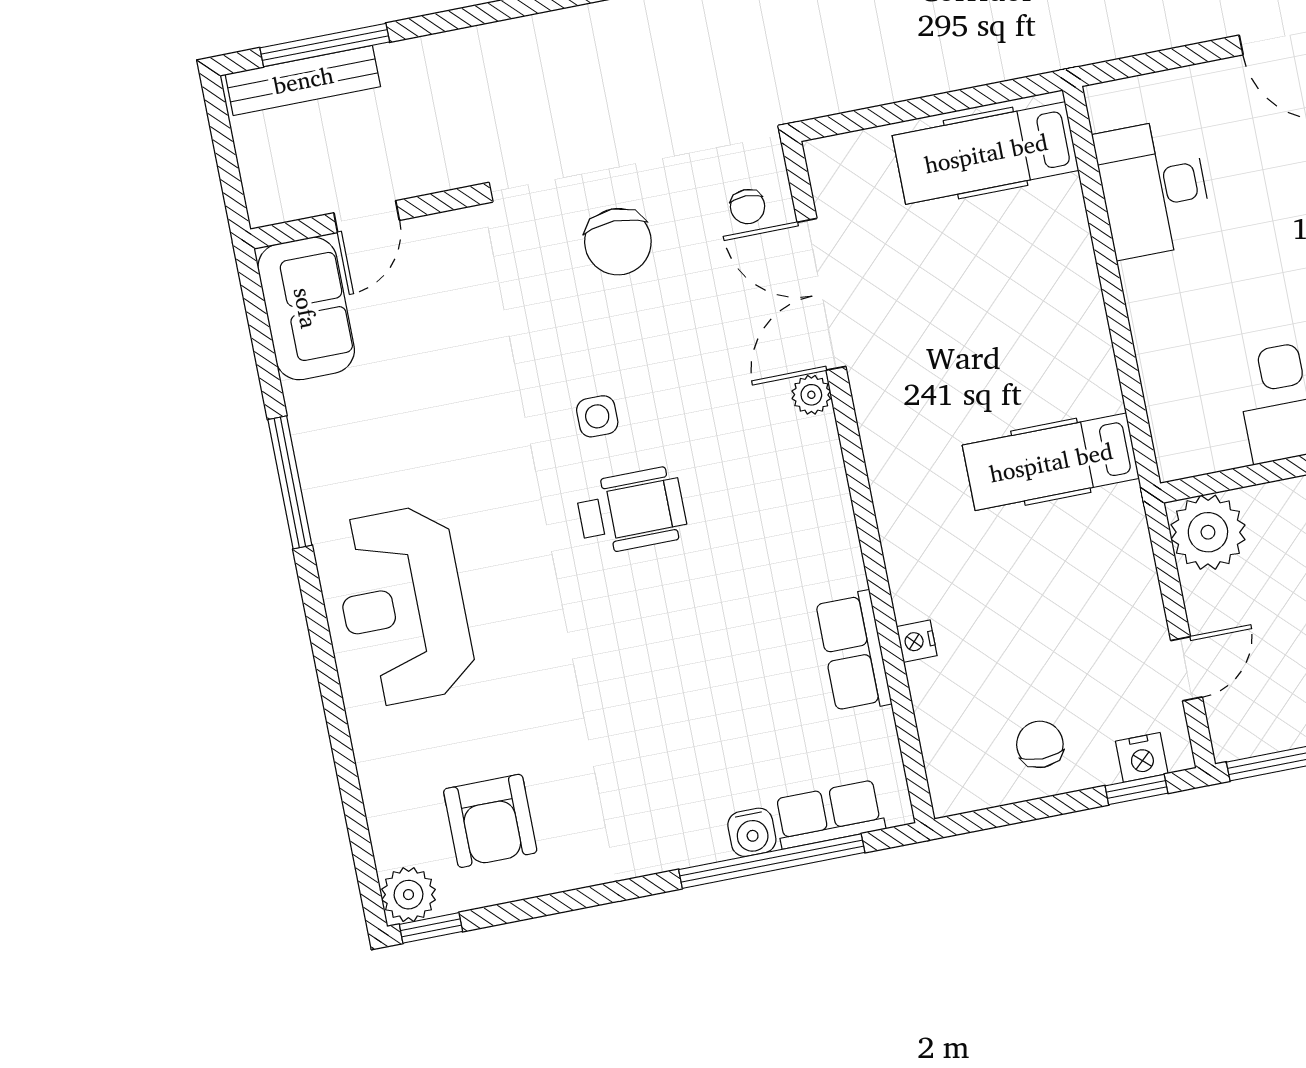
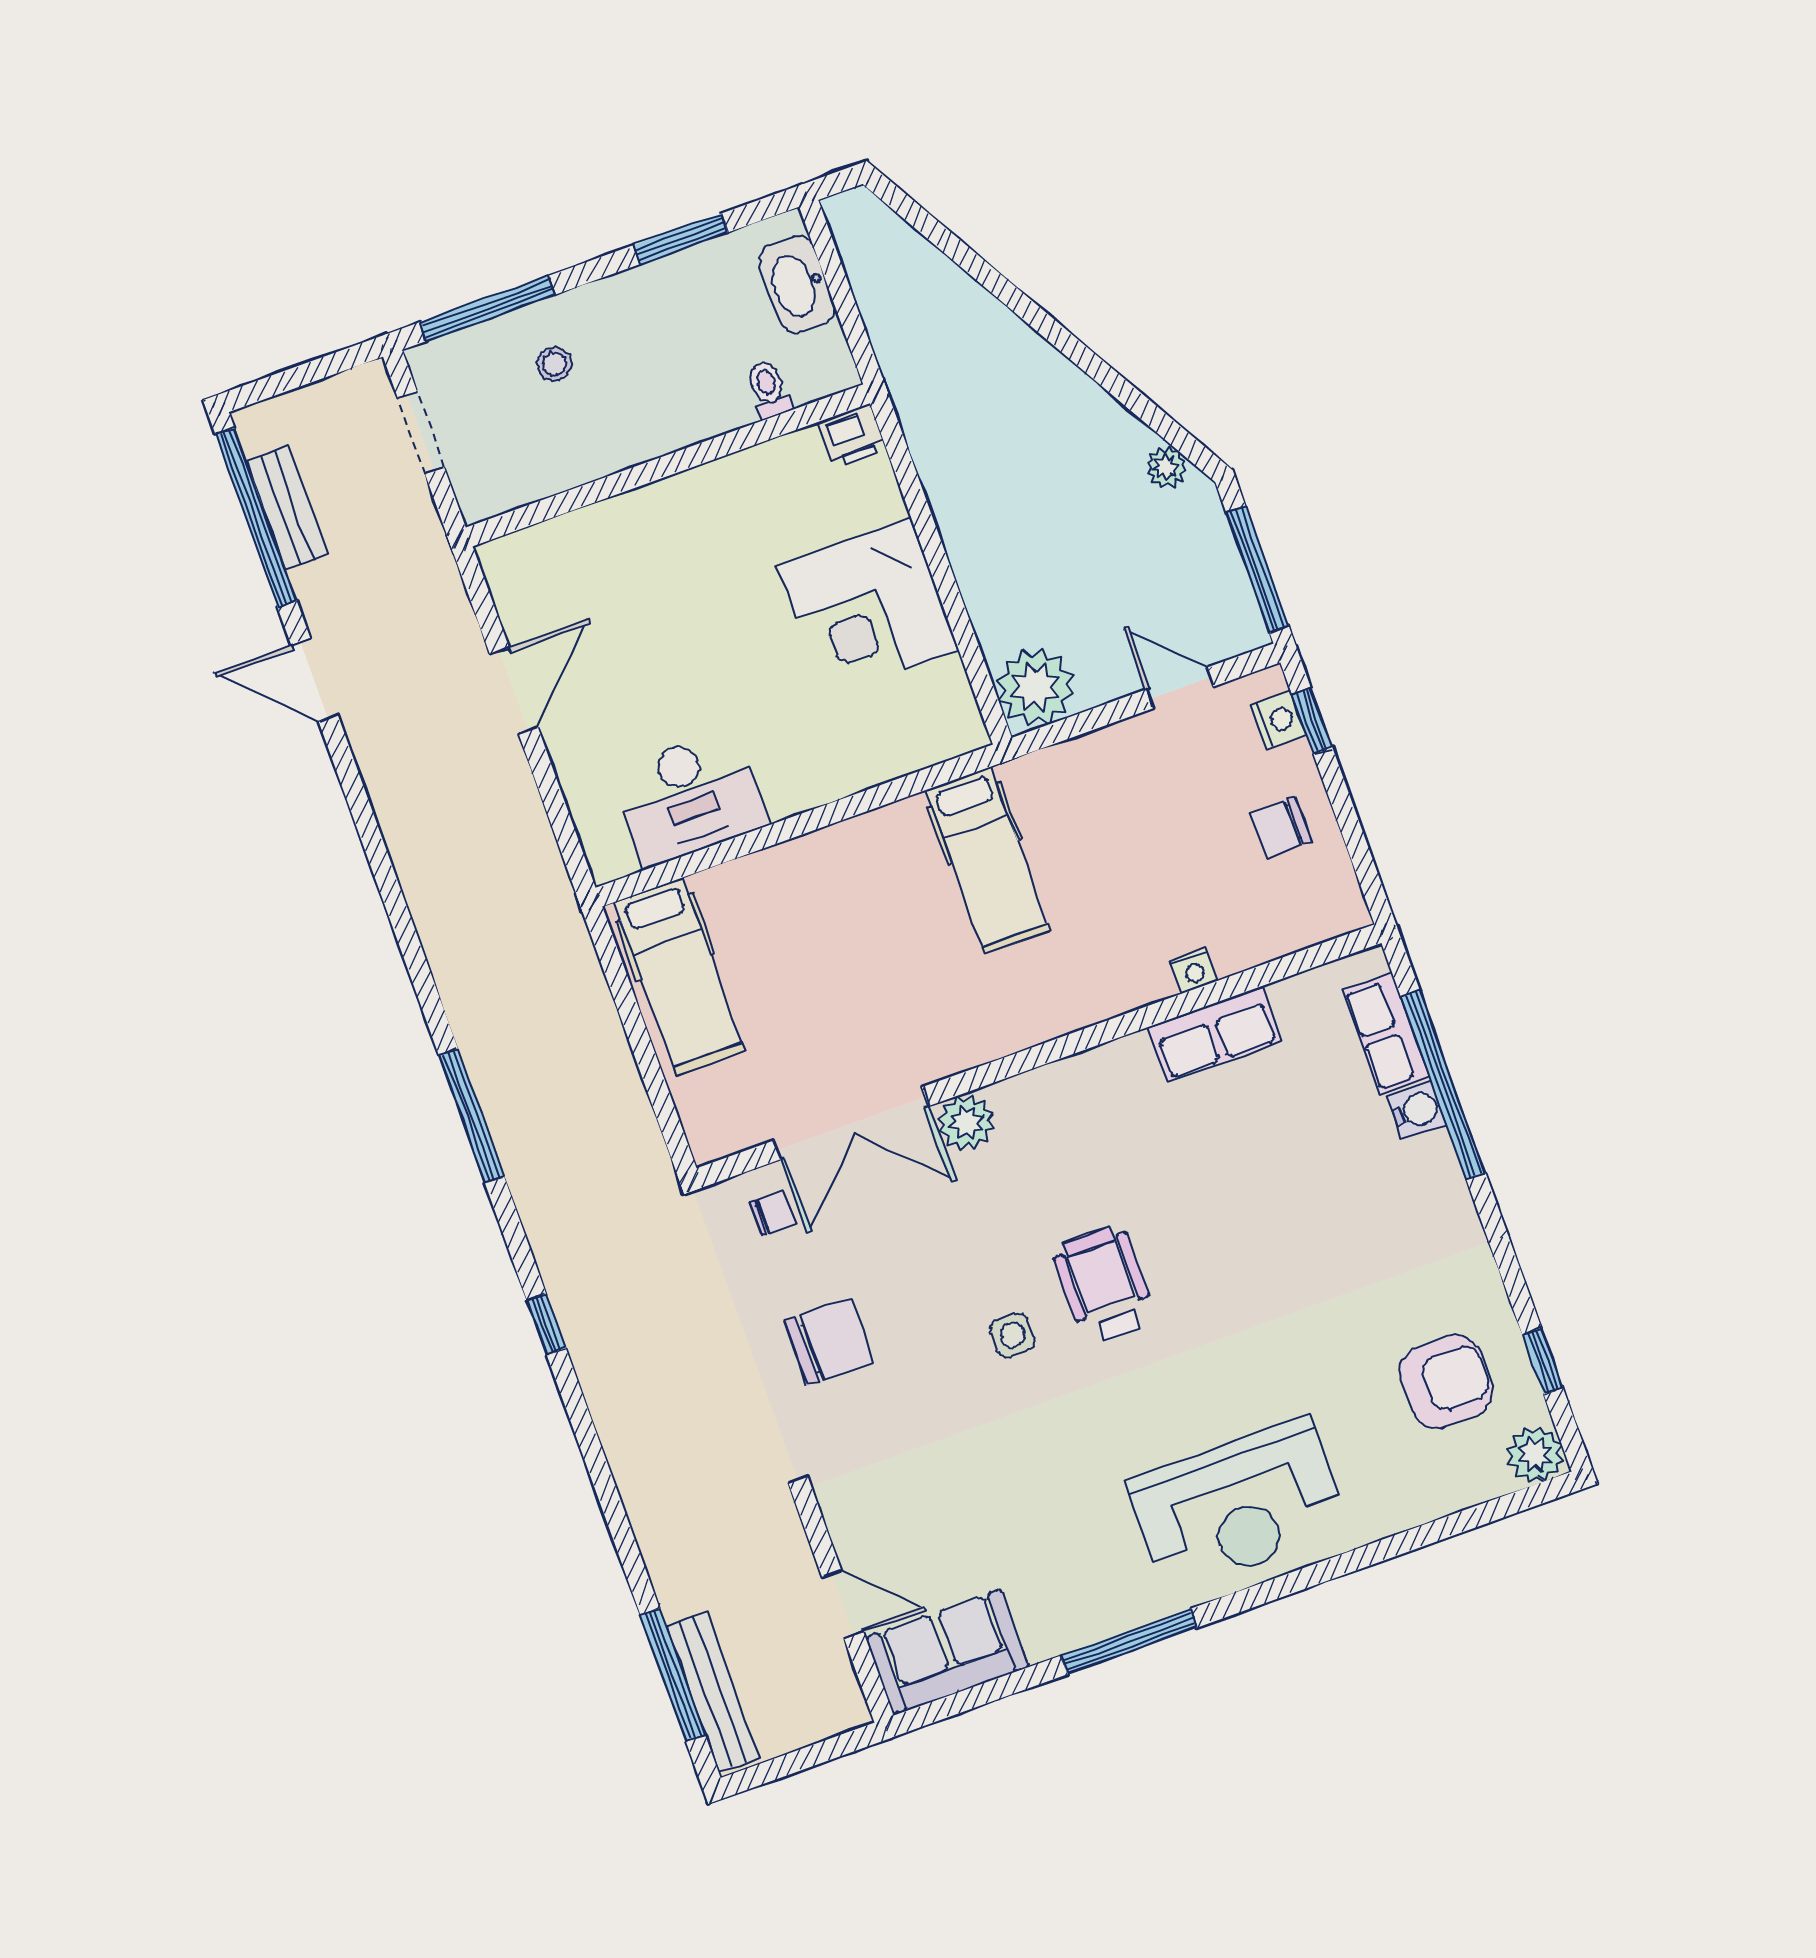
plant: (811, 395) -> (966, 1123), width x1.38, depth x1.38
window: (431, 928) -> (1543, 1361), moved

